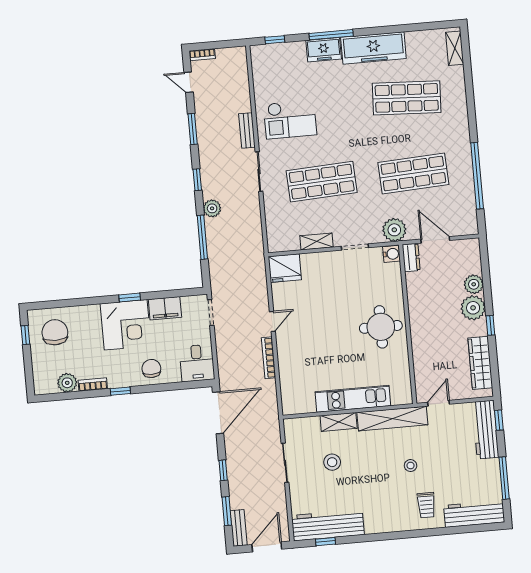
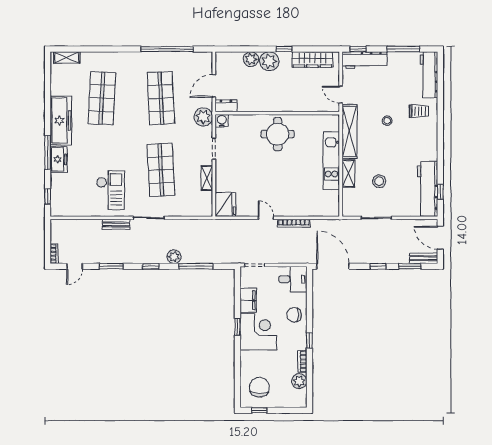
chair: (55, 332) -> (259, 387), turned 94

